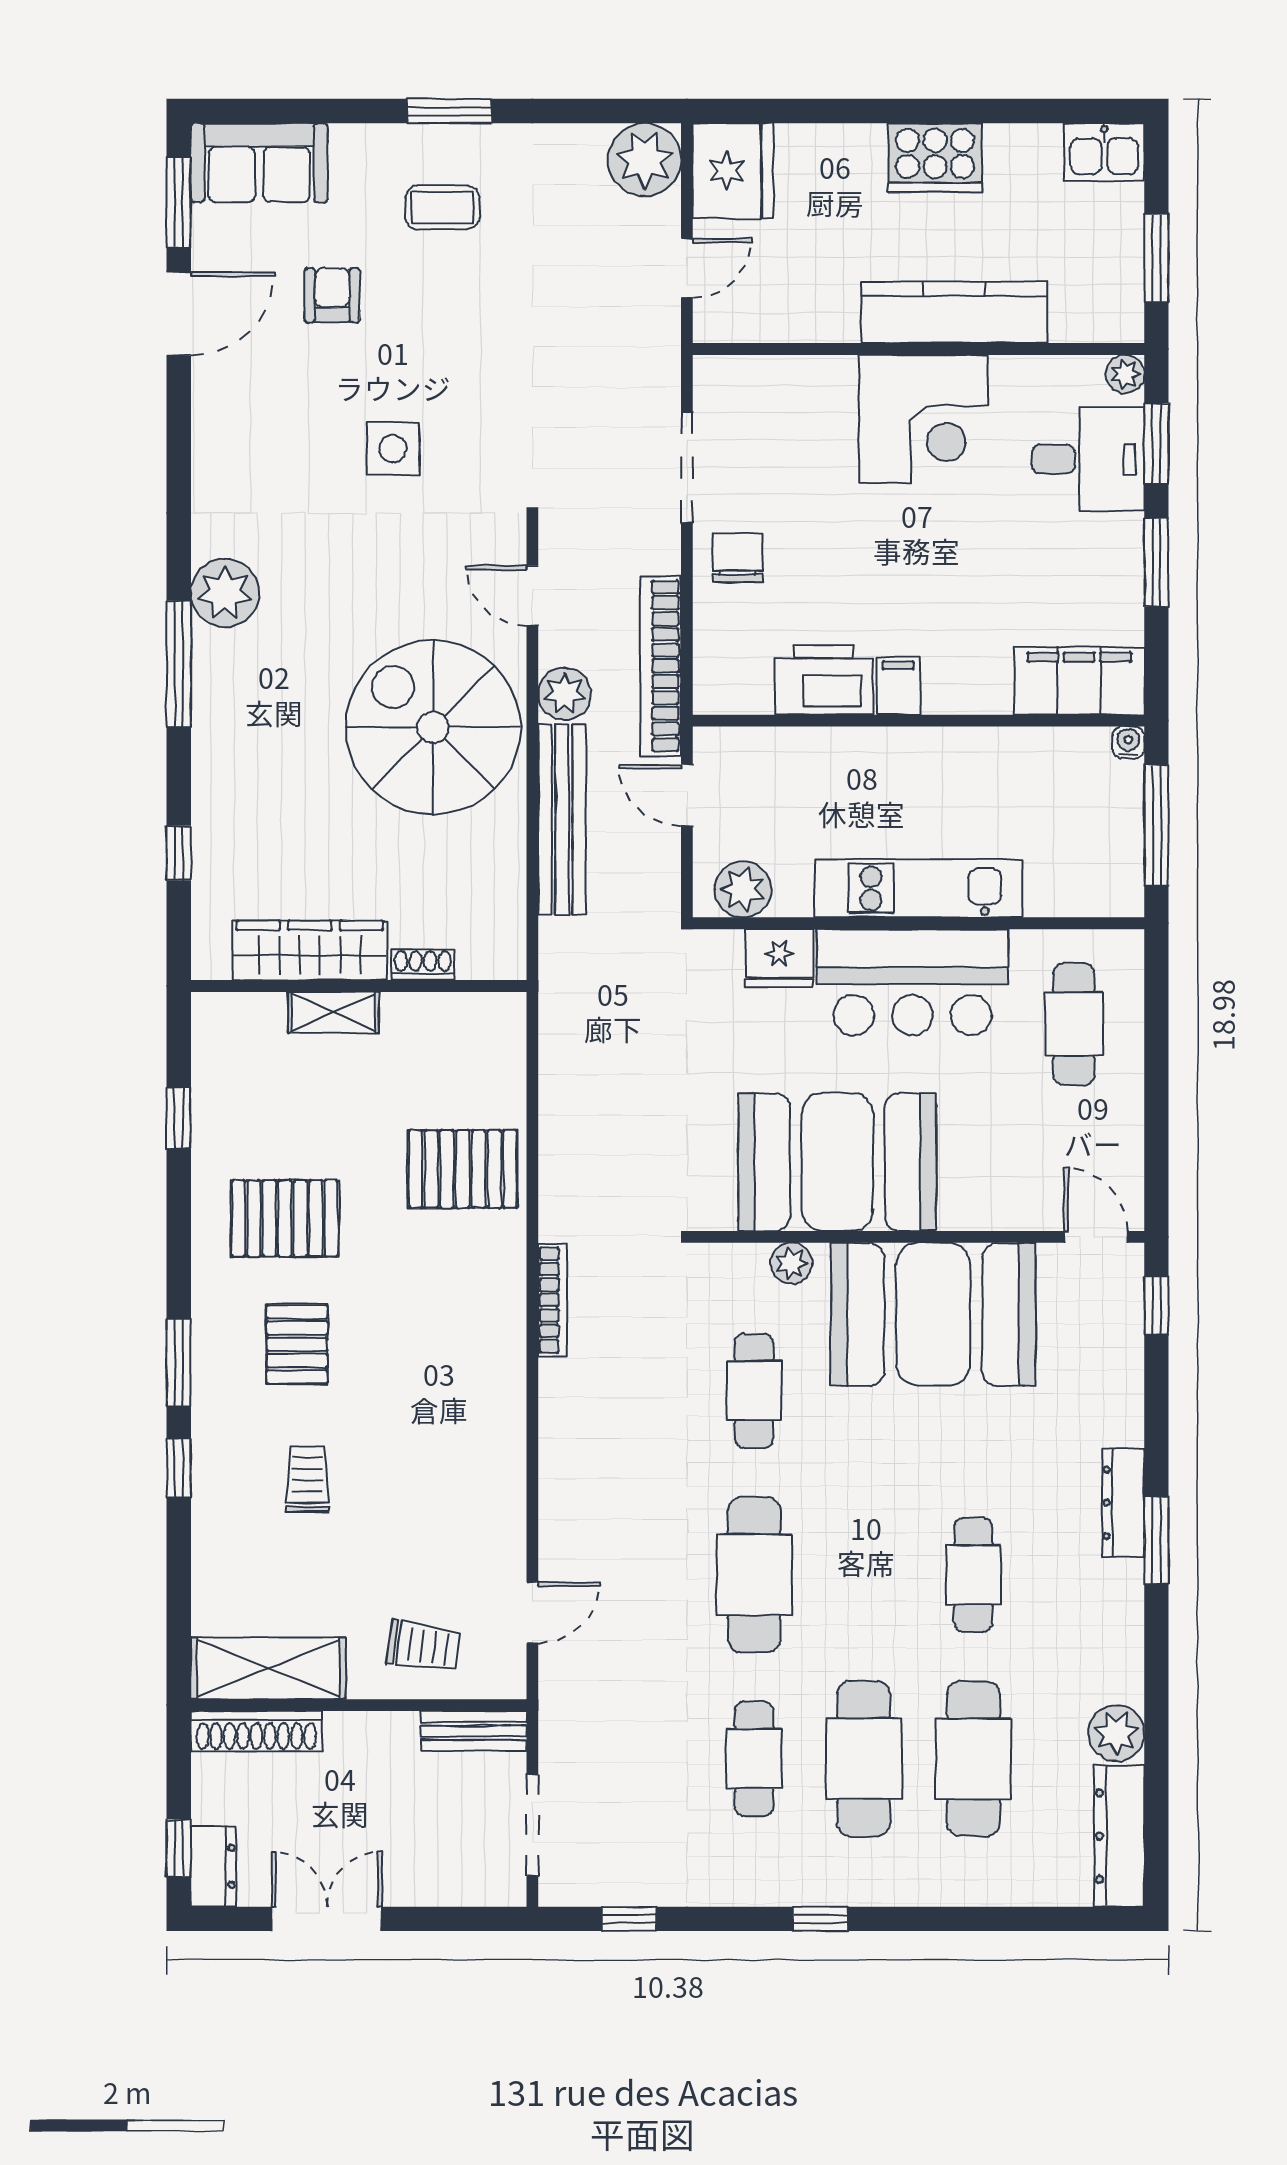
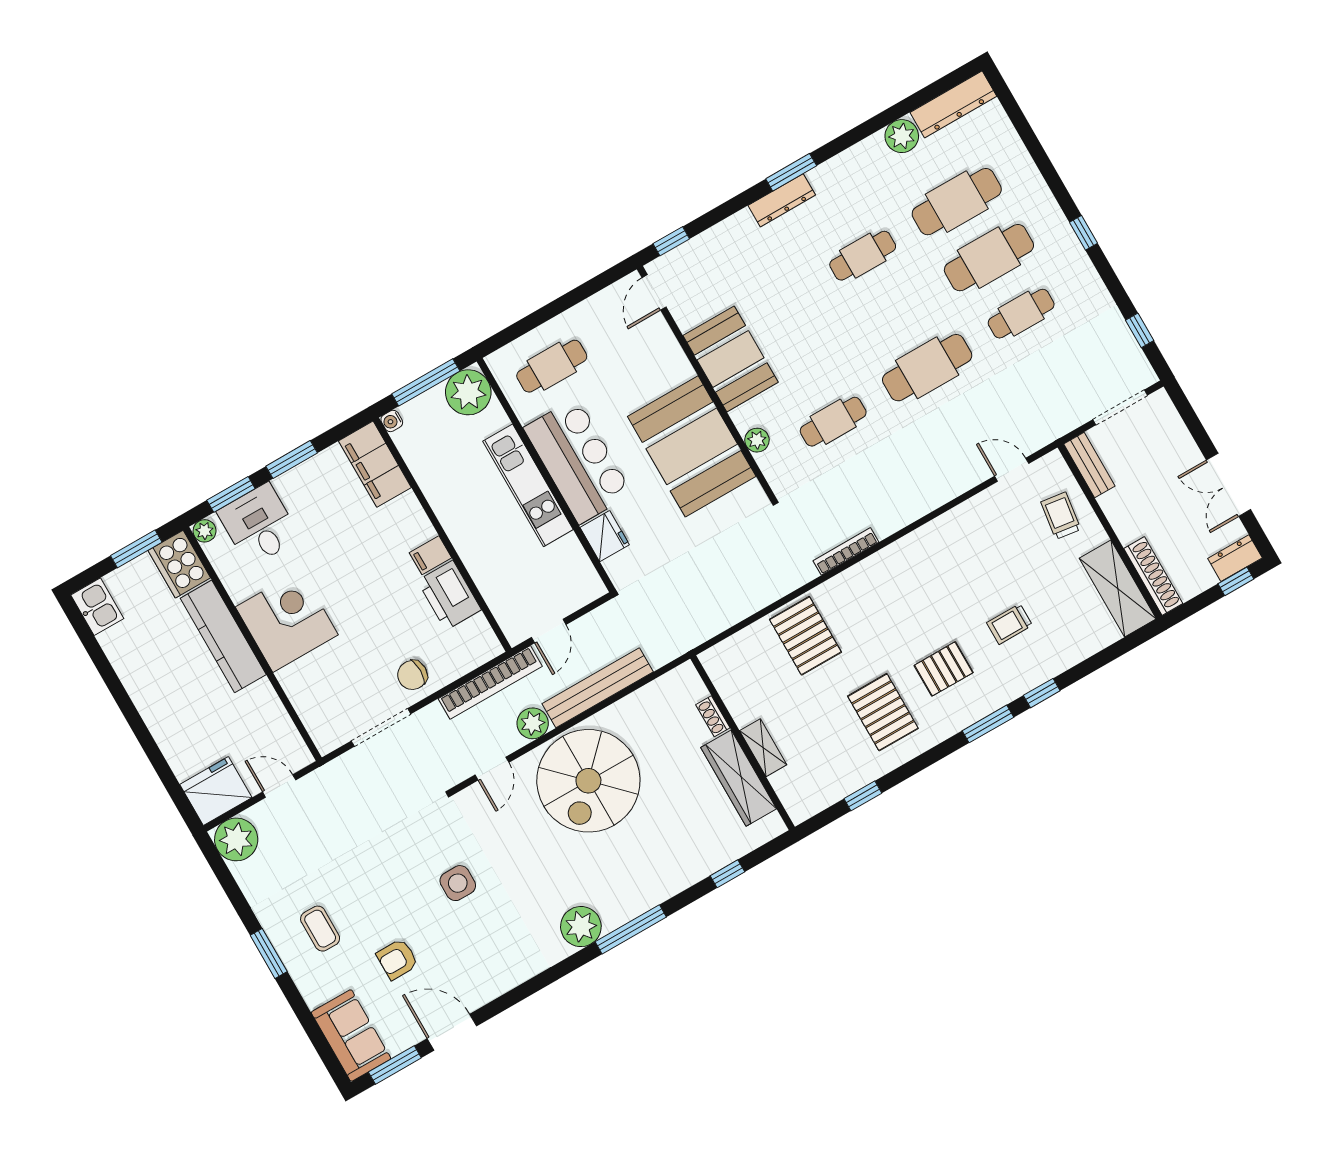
cooker: (935, 158) -> (179, 564), moved, turned 180
plant: (743, 889) -> (468, 392), moved, width x1.36, depth x1.36
booth: (933, 1314) -> (731, 359), width x0.73, depth x0.70

